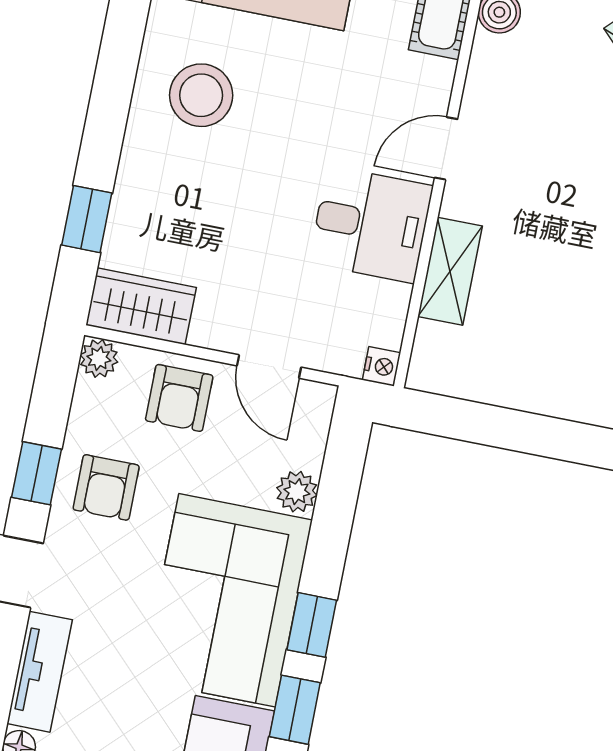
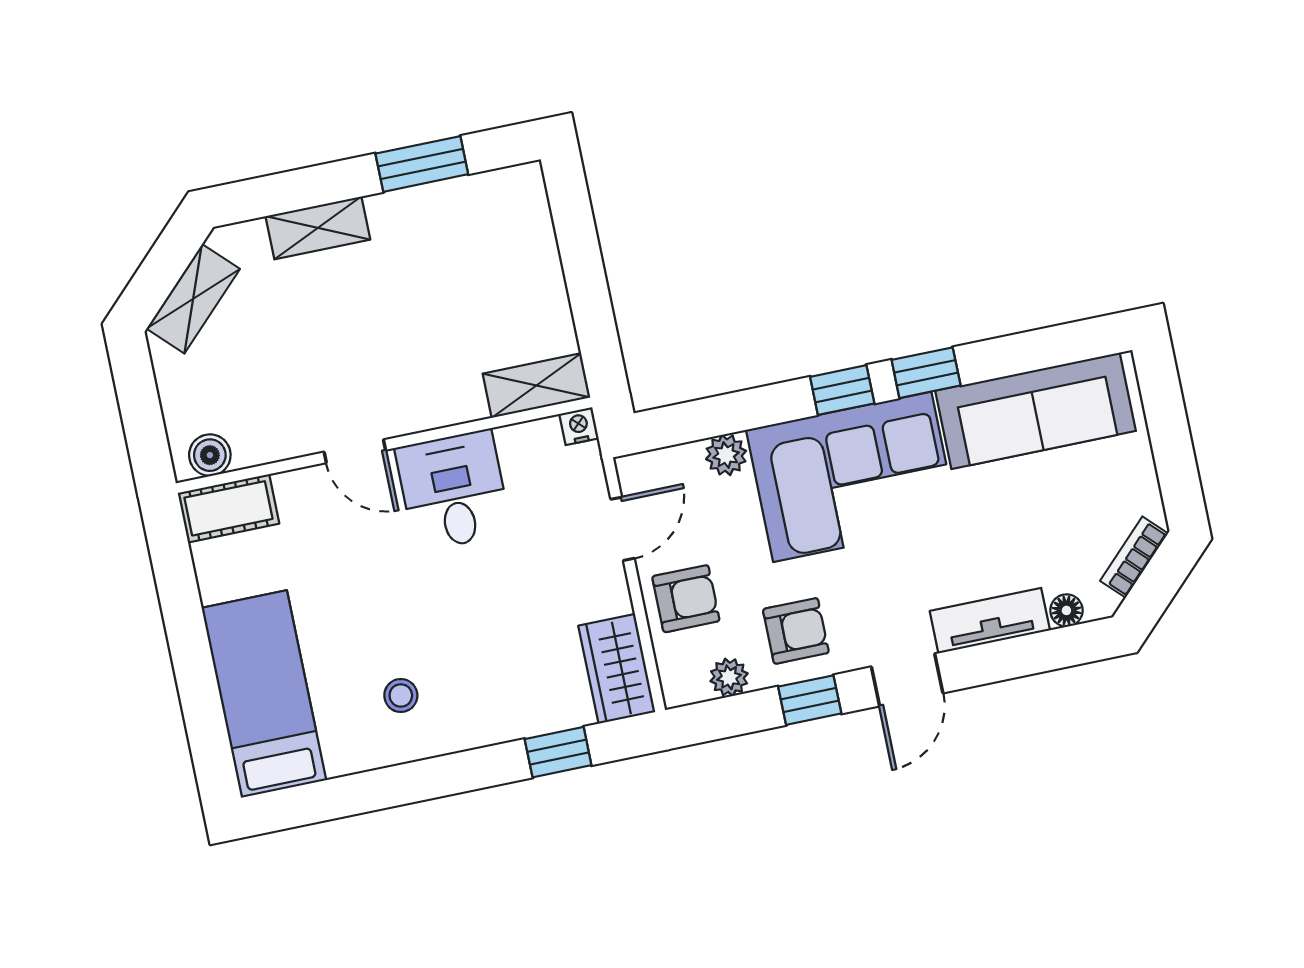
stool: (201, 95) -> (401, 695), width x0.53, depth x0.53
shelving: (450, 271) -> (536, 386), moved
plant: (99, 358) -> (729, 677), moved

